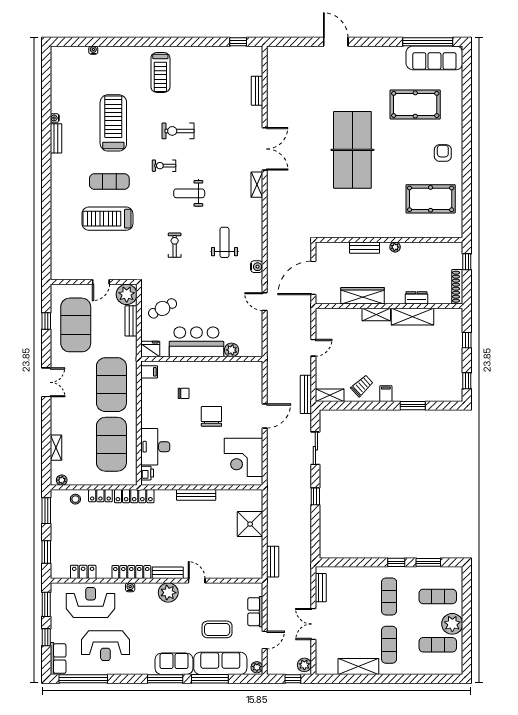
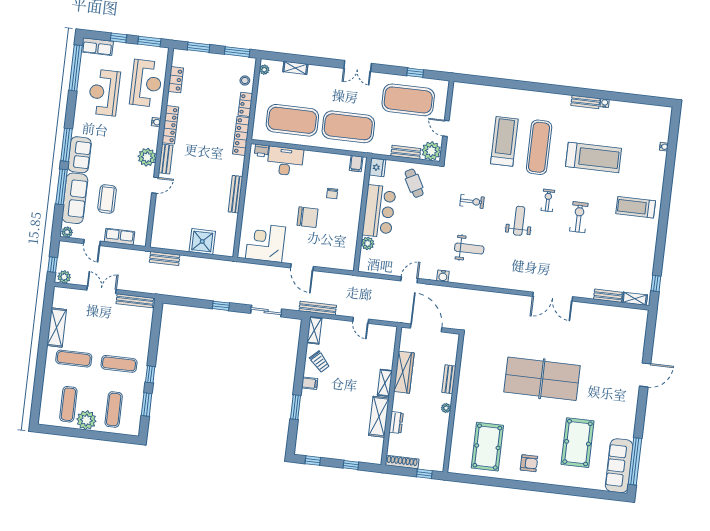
exercise mat: (109, 182) -> (539, 147), width x1.36, depth x1.45
shelving: (257, 185) -> (635, 299), moved
bench: (321, 588) -> (135, 301), width x1.36

